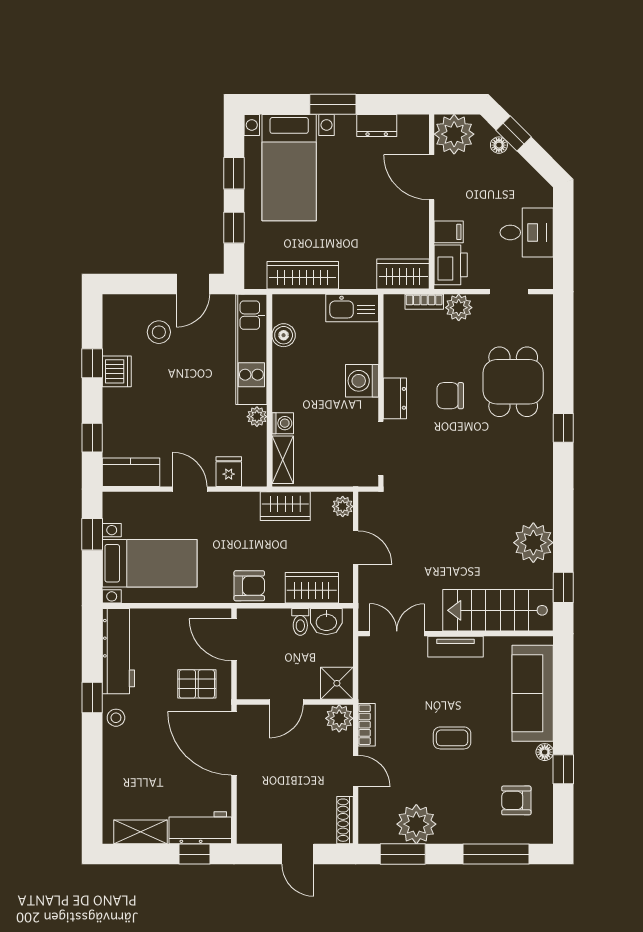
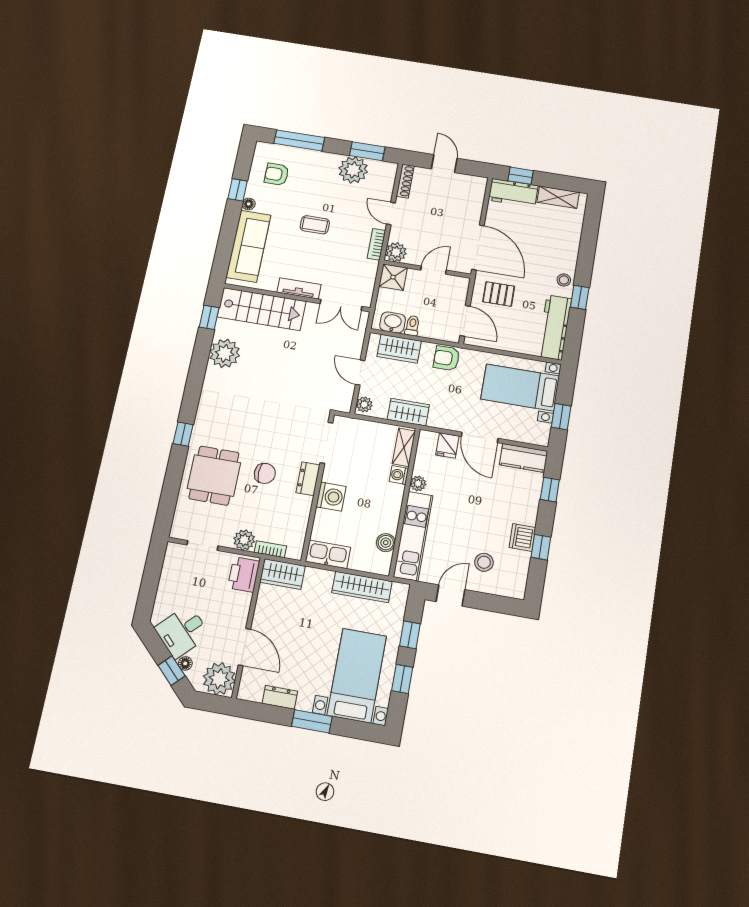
filing cabinet: (449, 232) -> (240, 601), removed
desk: (527, 232) -> (182, 631), moved, turned -45
door: (190, 489) -> (480, 437), width x1.37
armchair: (516, 800) -> (277, 174), turned 180

